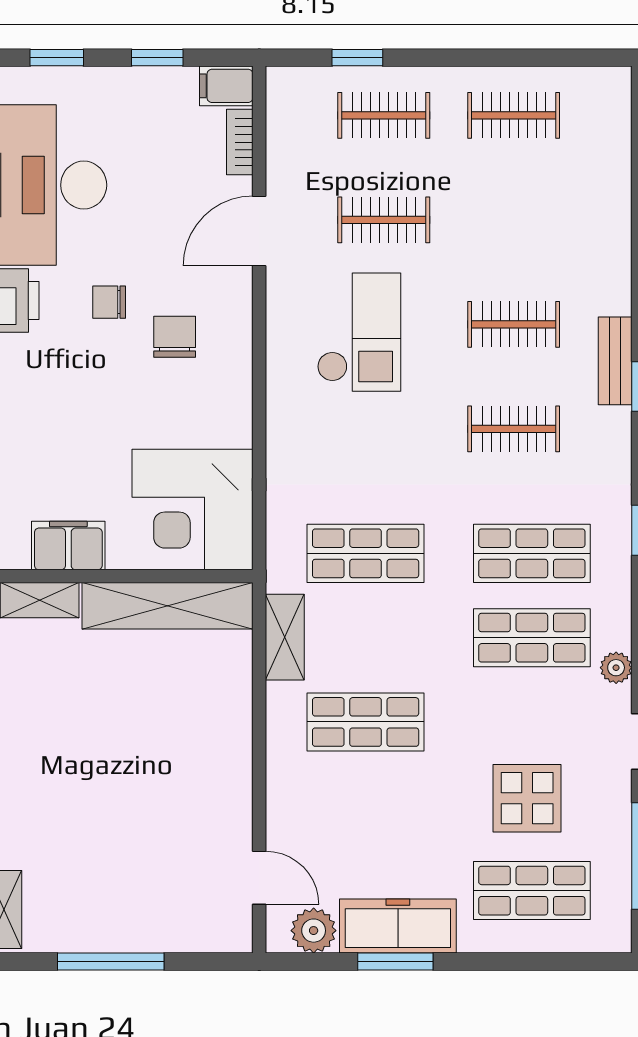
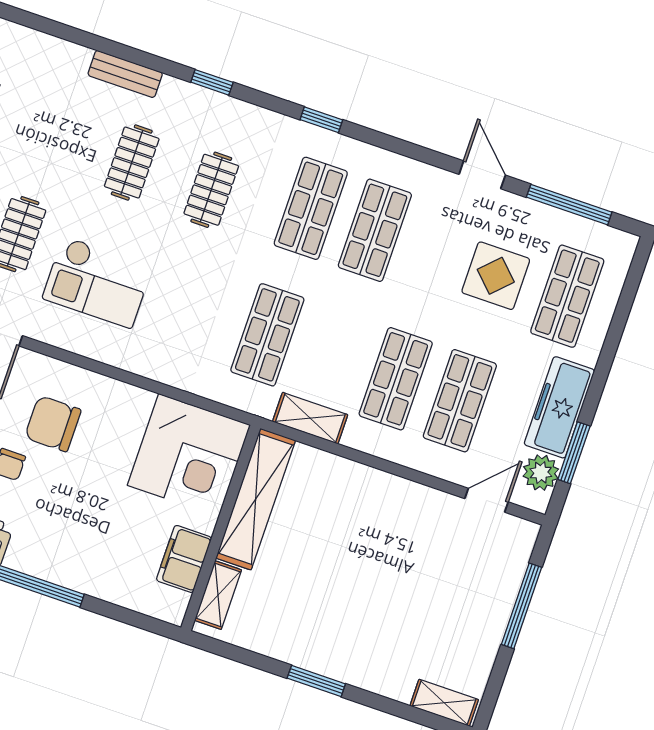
checkout: (359, 332) -> (97, 282), turned 180
chair: (175, 337) -> (53, 424), width x1.37, depth x1.37
bench: (615, 361) -> (125, 74), moved
plant: (616, 668) -> (420, 174), removed
shop shelf: (366, 806) -> (460, 401), added
window: (111, 961) -> (522, 606), moved
window: (395, 961) -> (574, 453), moved

